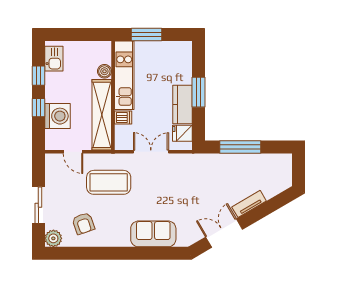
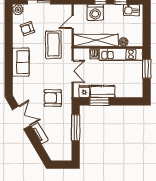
window: (199, 92) -> (99, 101), moved
armchair: (193, 183) -> (53, 98), added
sofa: (153, 234) -> (21, 62), moved

